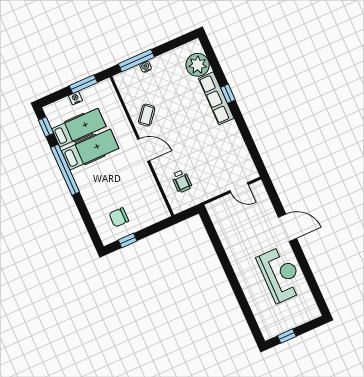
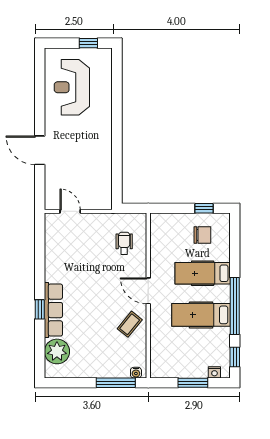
water cooler: (146, 67) -> (136, 373), moved
window: (83, 84) -> (193, 383), moved
nightstand: (75, 98) -> (214, 372), moved
hospital bed: (79, 128) -> (203, 273), moved
reception desk: (280, 274) -> (72, 87), moved

